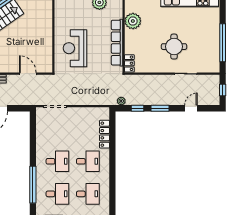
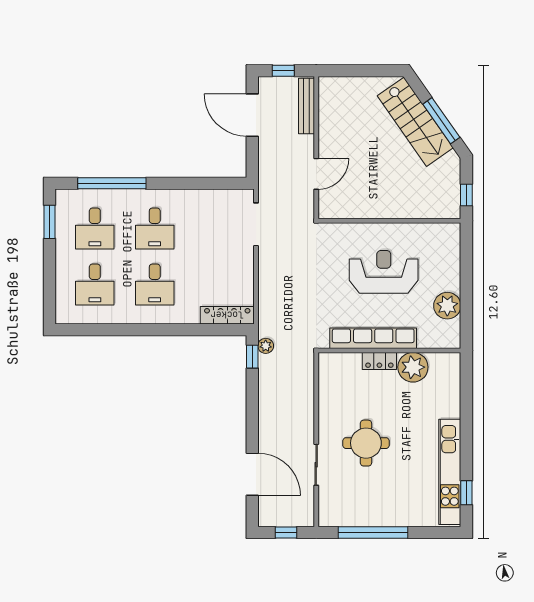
reception desk: (75, 48) -> (384, 272), moved
locker: (129, 63) -> (379, 361), moved
window: (137, 108) -> (252, 357), moved
window: (160, 108) -> (252, 417), removed
door: (191, 108) -> (252, 474), width x1.88
locker: (105, 134) -> (227, 315), moved

